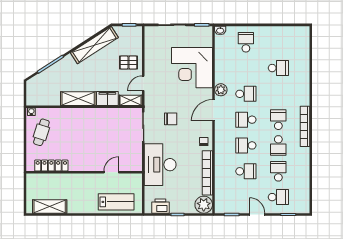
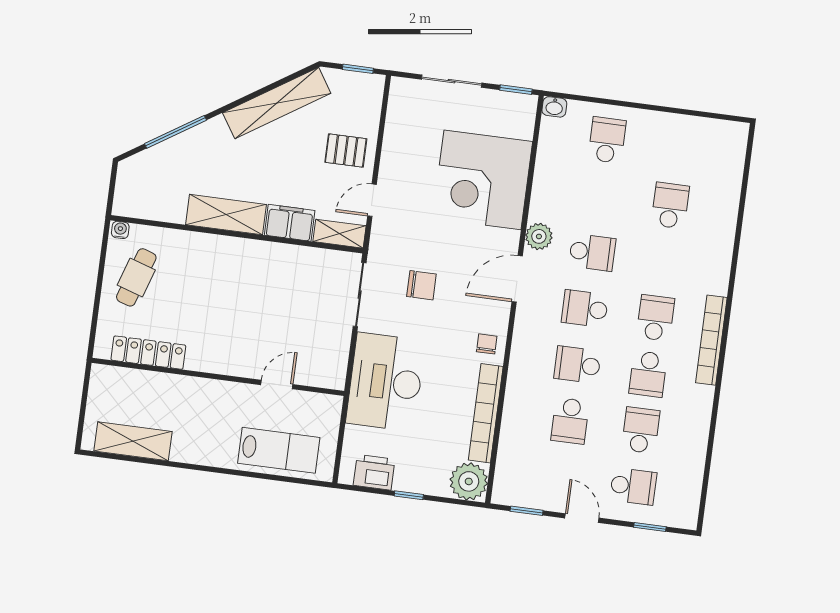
school desk: (278, 68) -> (670, 206), turned -90
school desk: (246, 171) -> (570, 421), turned 90

